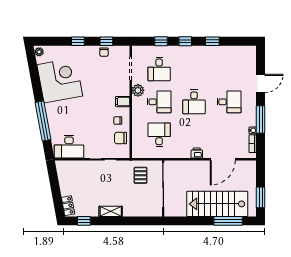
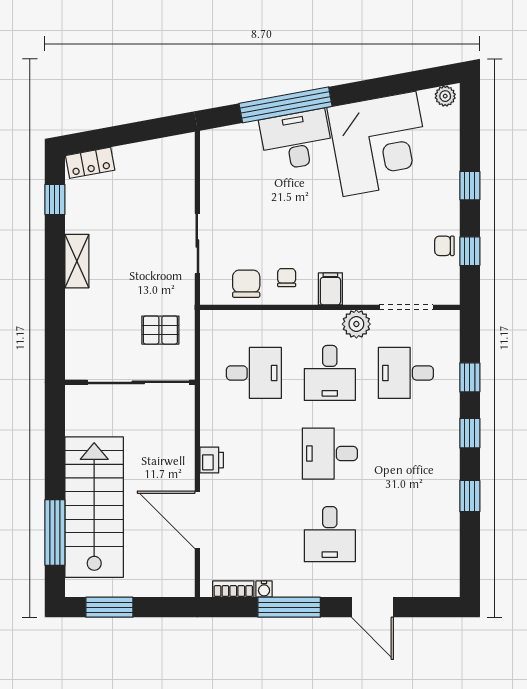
desk: (69, 147) -> (296, 140), moved, turned 80

